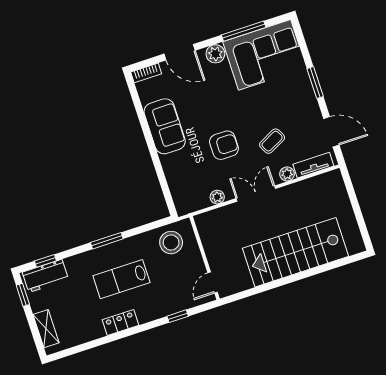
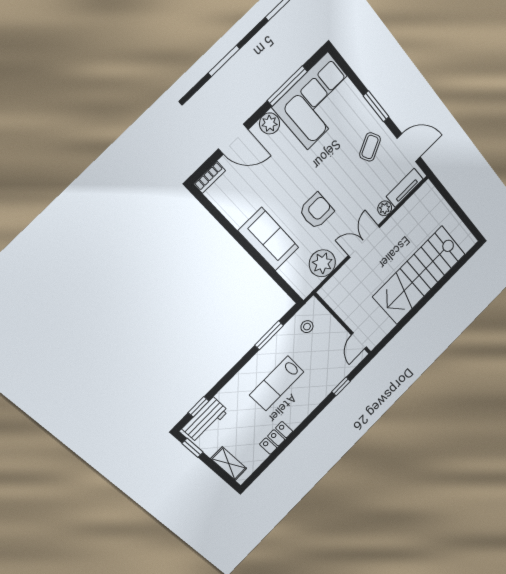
sofa: (165, 126) -> (269, 239), moved
coffee table: (272, 141) -> (370, 147), moved
plant: (217, 197) -> (322, 263), width x1.88, depth x1.88
window: (107, 241) -> (269, 335), moved
stool: (171, 243) -> (307, 327), width x0.53, depth x0.53
locker: (120, 323) -> (276, 438), moved

